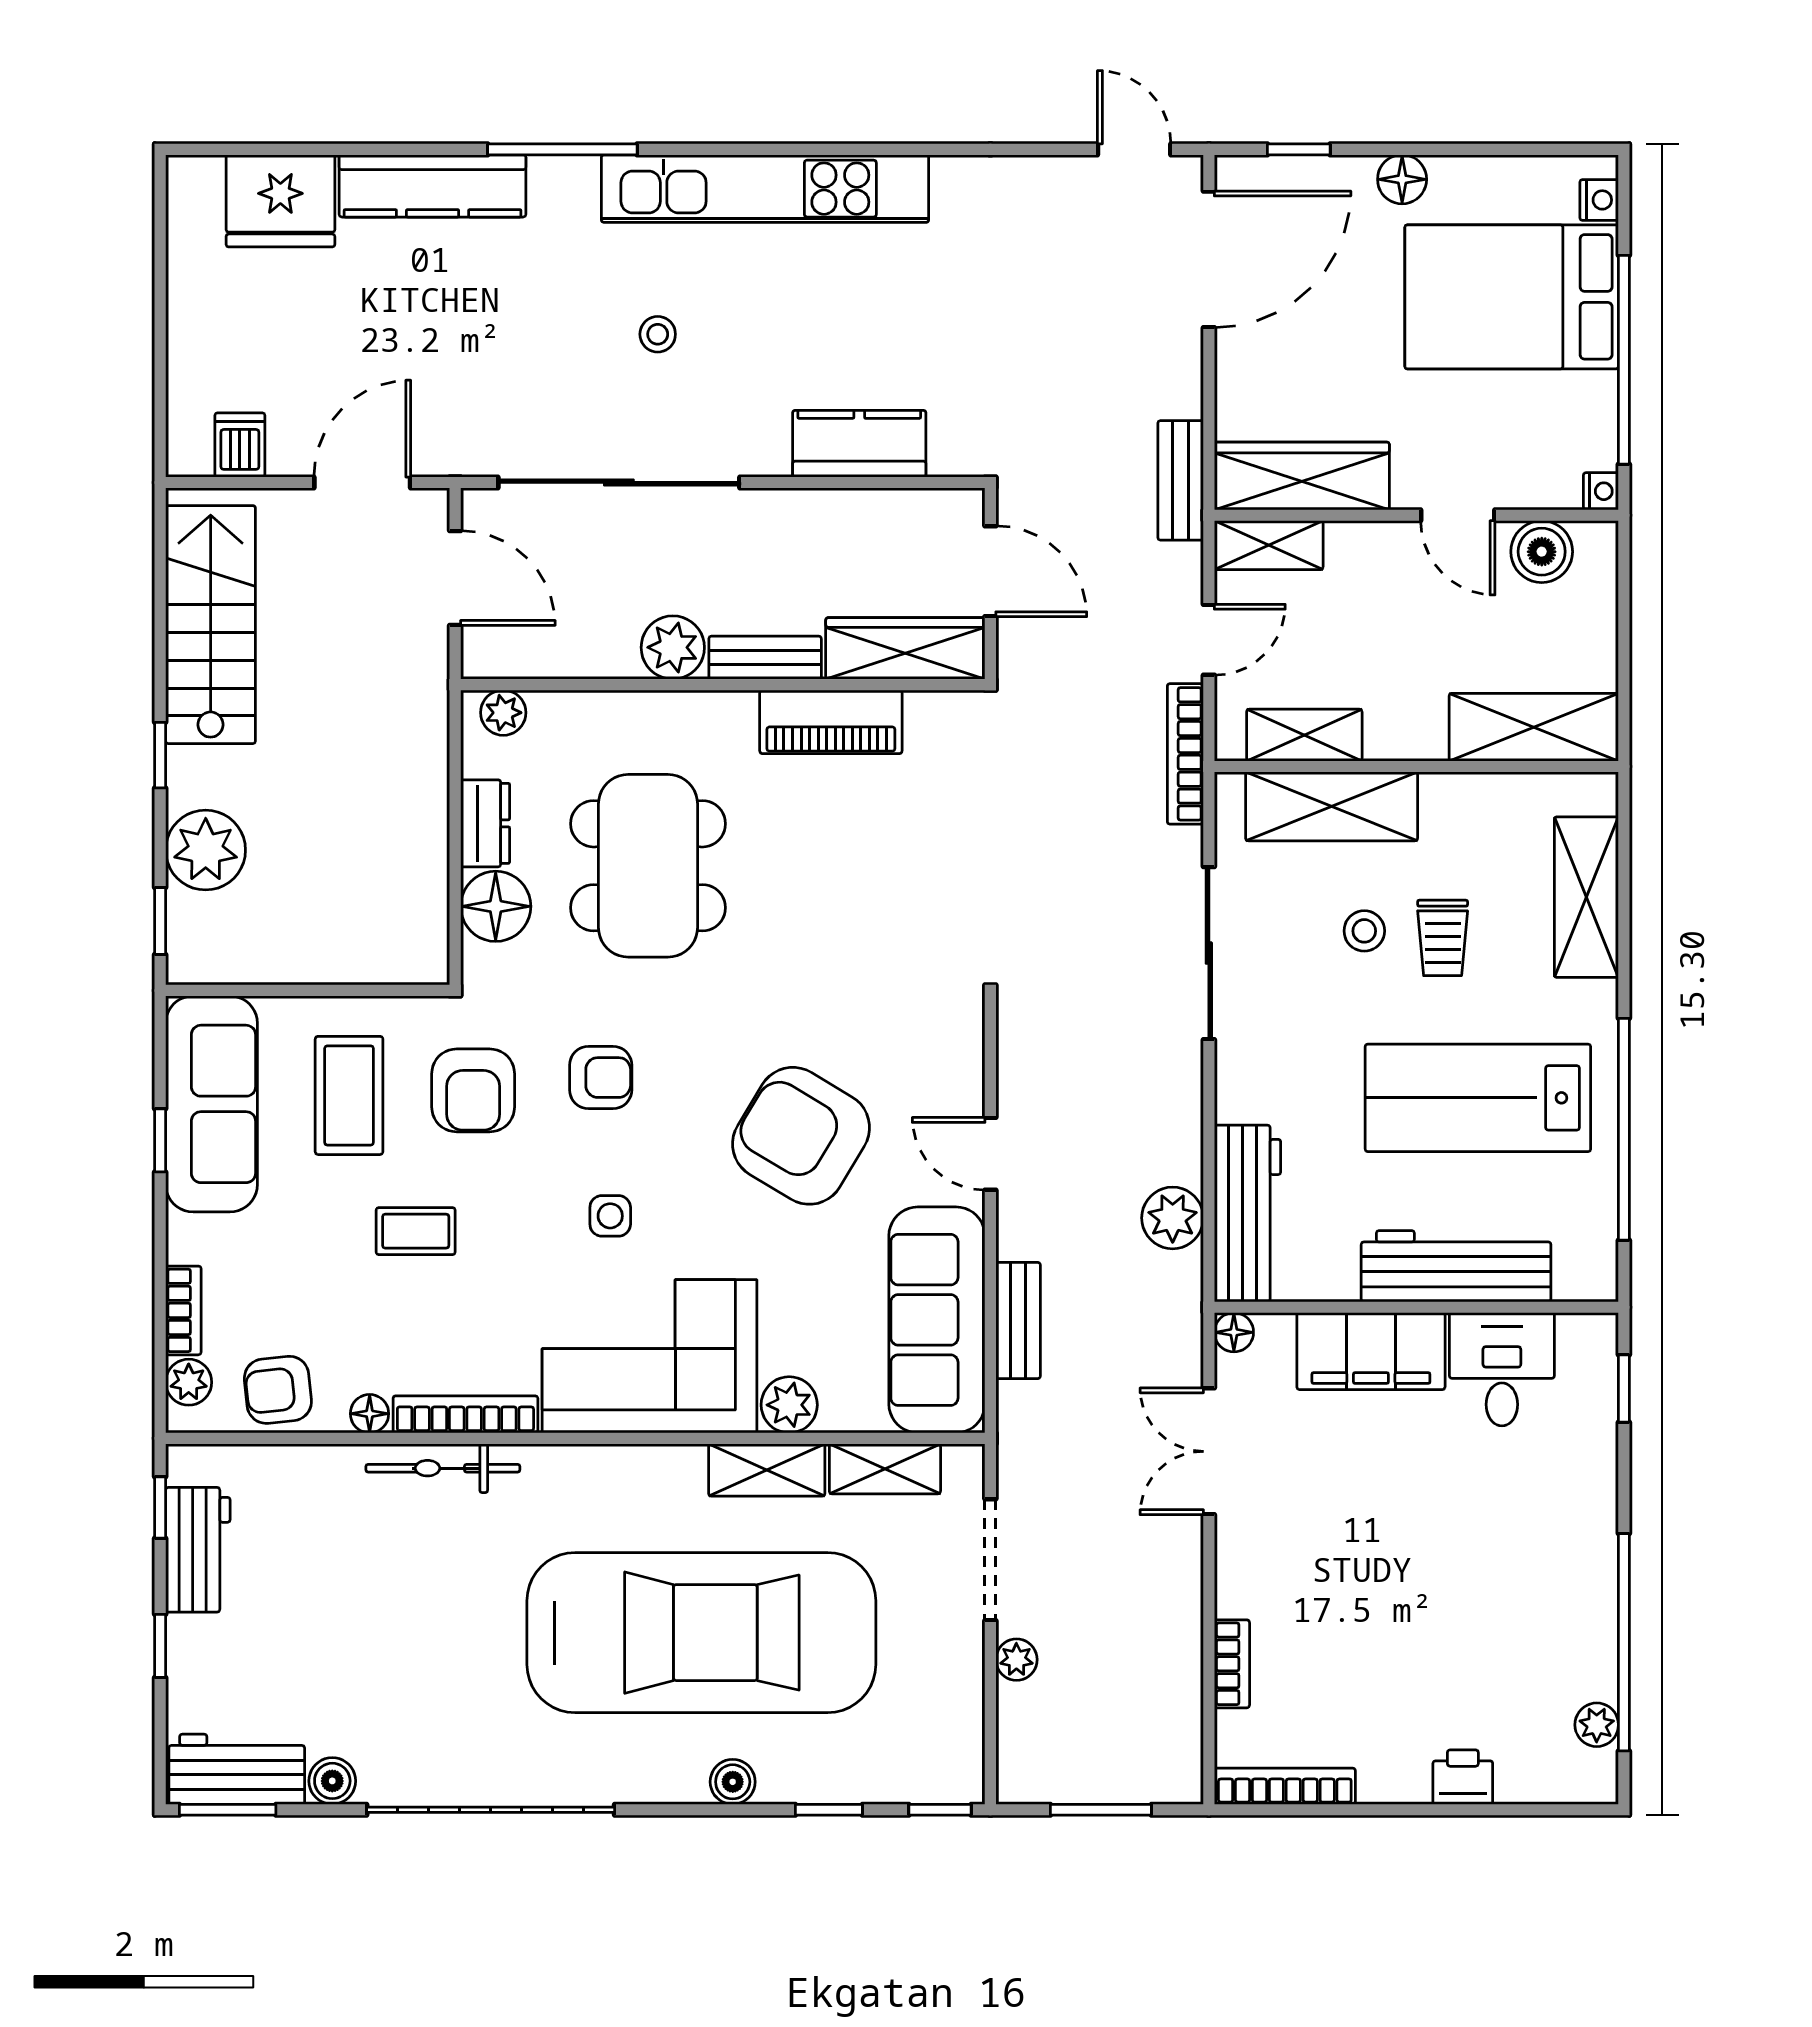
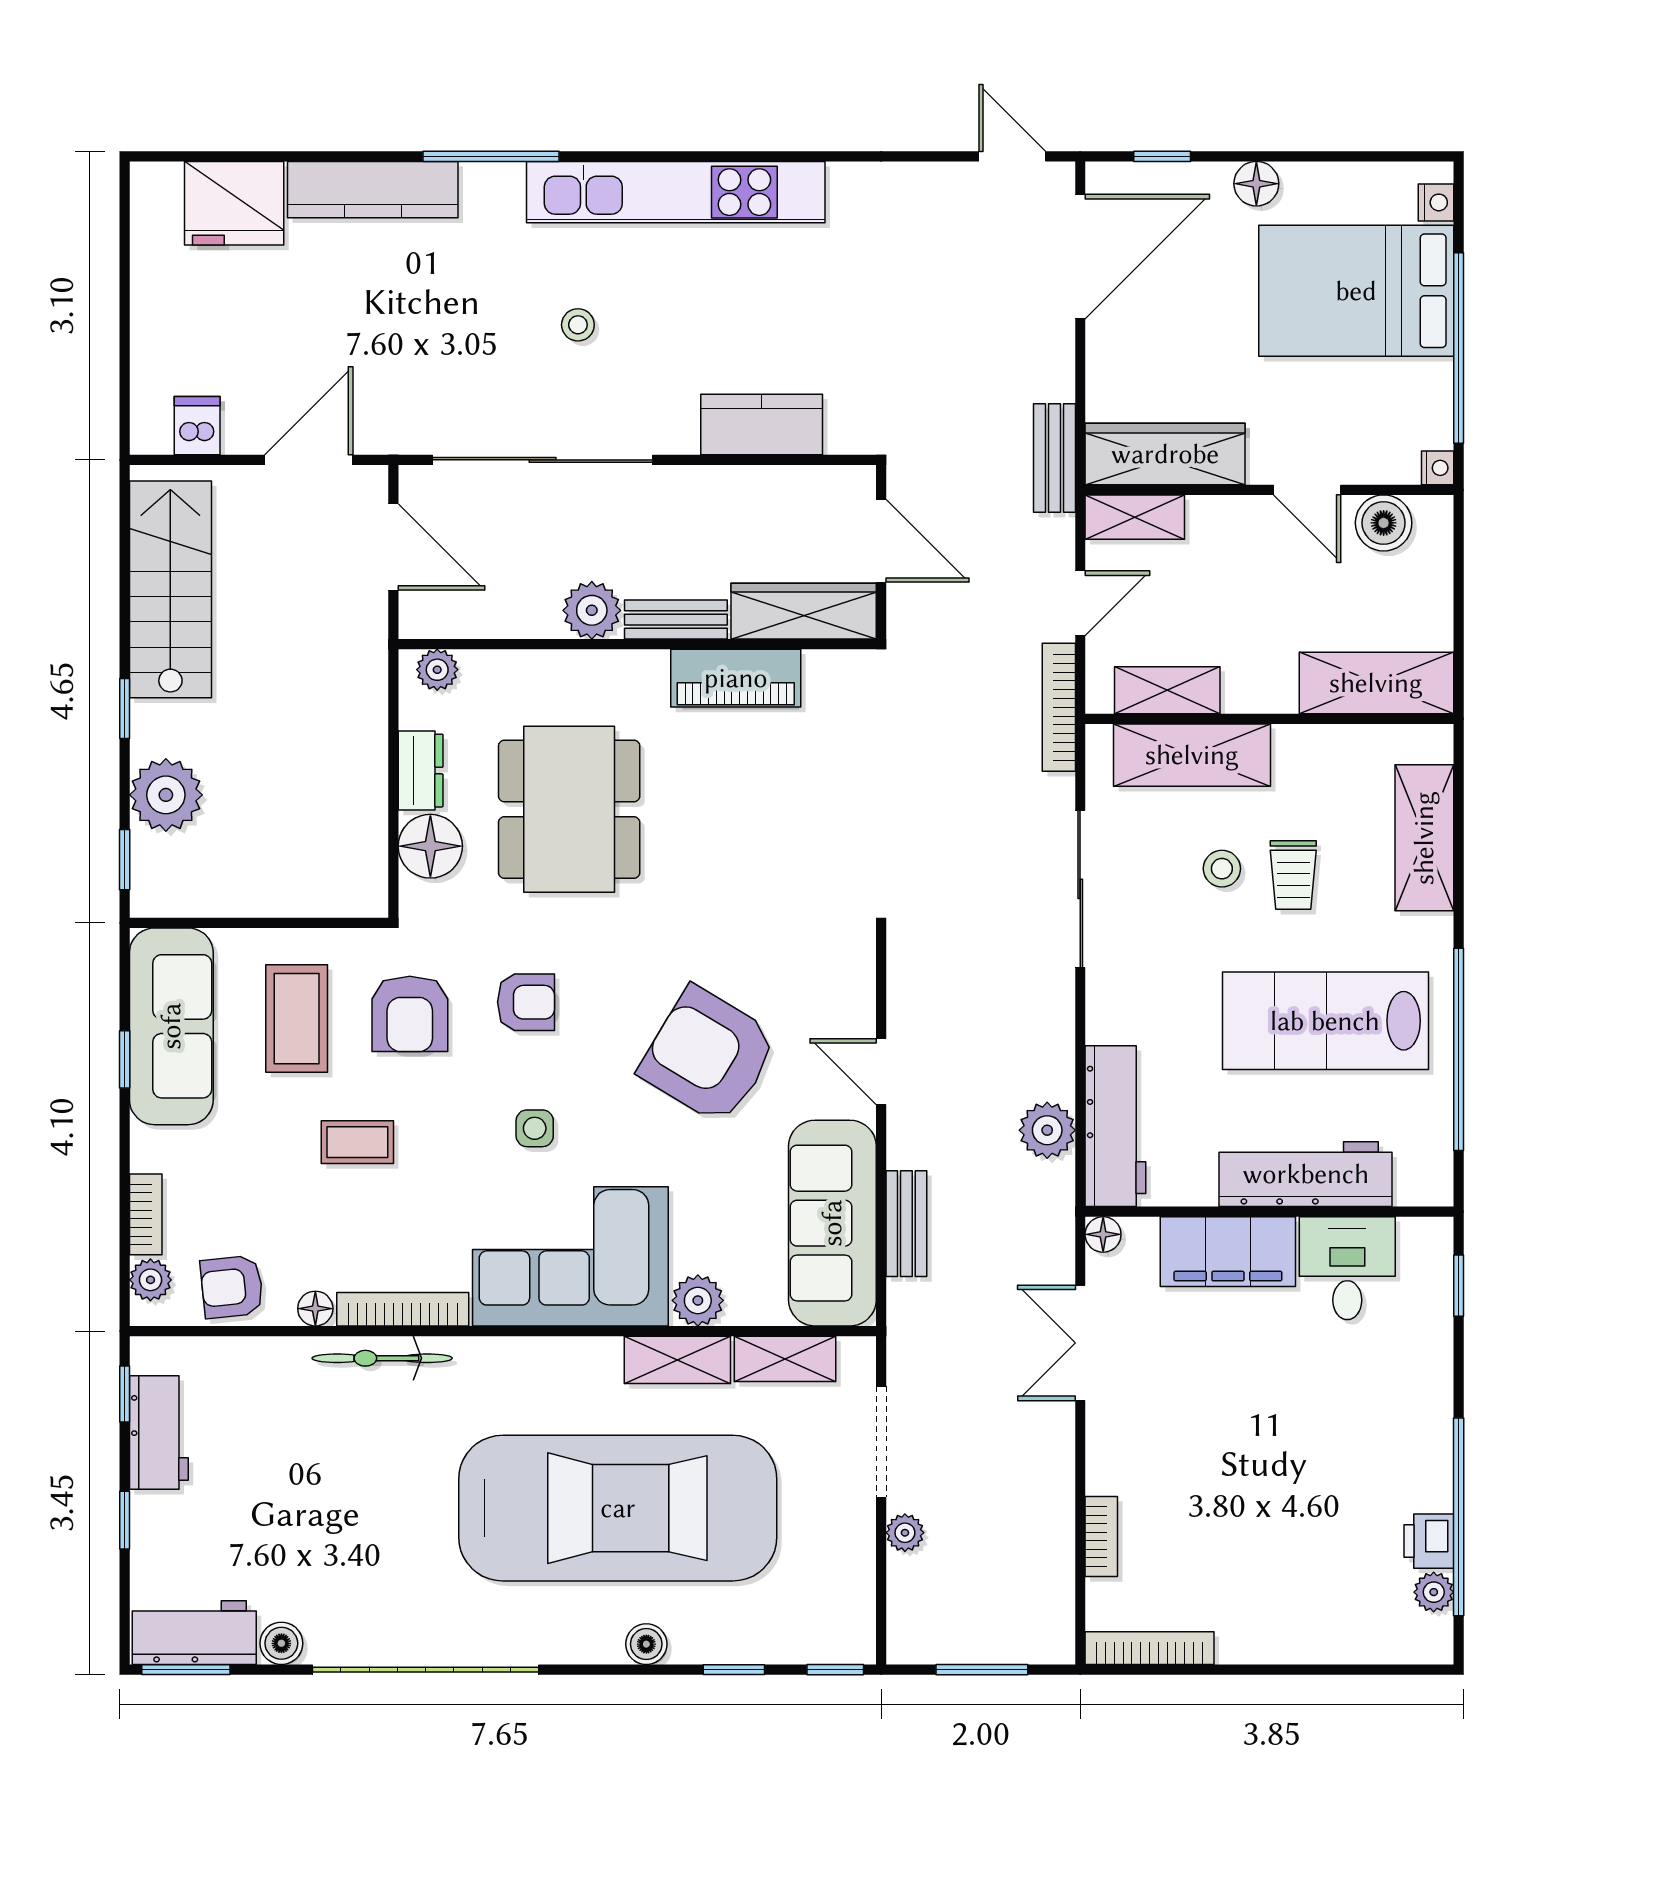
printer: (1463, 1777) -> (1429, 1541), moved, turned -90

